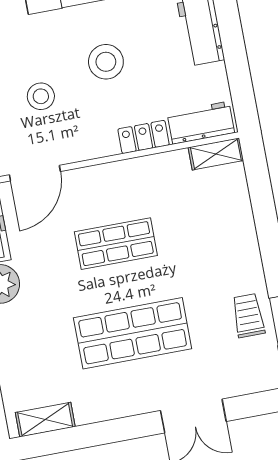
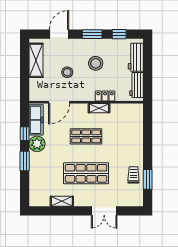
workbench: (201, 123) -> (137, 85), moved, turned -90
shelving: (216, 154) -> (99, 108), moved
shelving: (45, 420) -> (62, 201), moved

